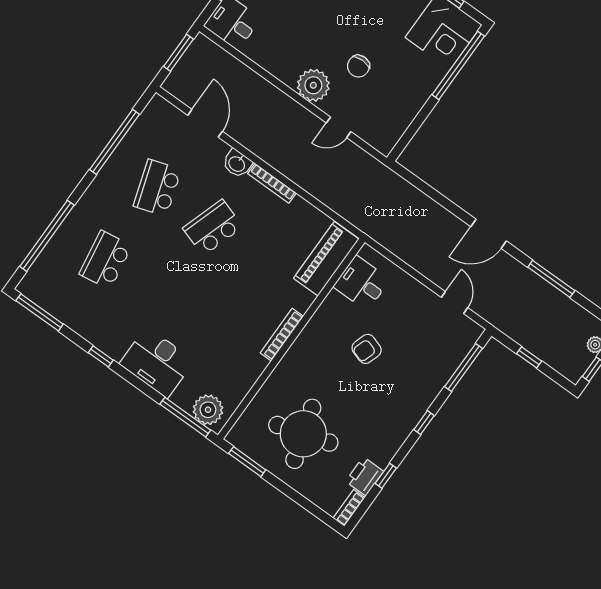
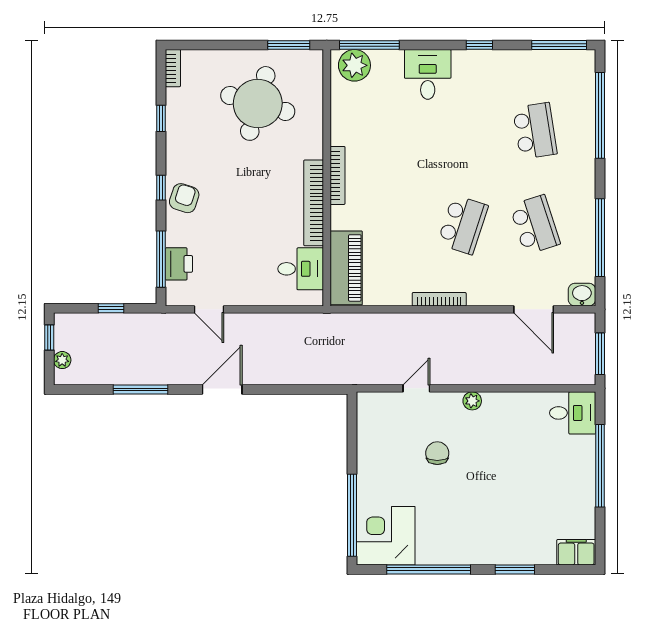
plant: (313, 85) -> (472, 401), width x0.53, depth x0.53
washbasin: (237, 164) -> (582, 295), moved
bookcase: (315, 327) -> (314, 203), added
armchair: (367, 349) -> (184, 198), moved
desk: (157, 362) -> (428, 74), width x0.73
round table: (303, 434) -> (258, 103), turned 33
printer: (365, 476) -> (179, 264), moved

